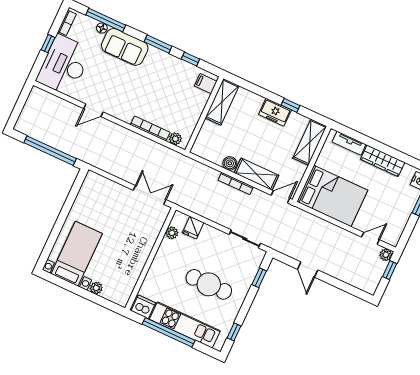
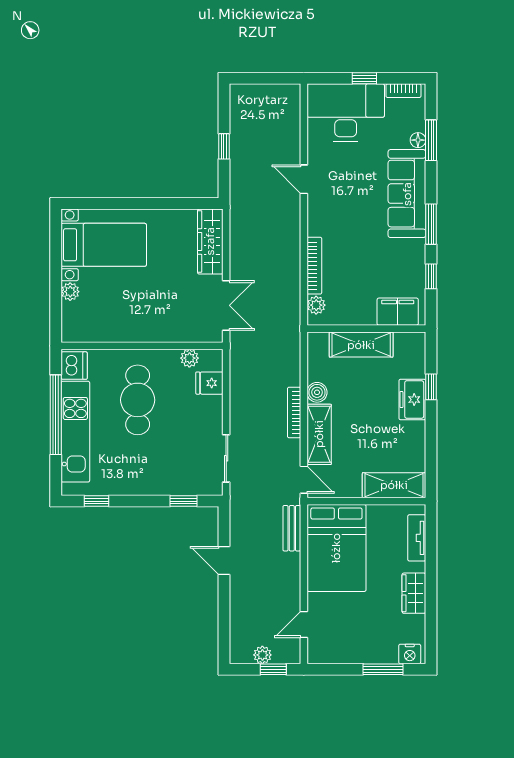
window: (106, 20) -> (431, 140), width x0.69
sofa: (125, 47) -> (407, 194), width x1.36
filing cabinet: (206, 84) -> (398, 312), width x2.00
shelving: (222, 102) -> (361, 345), moved
window: (290, 105) -> (431, 387), moved
freezer: (275, 112) -> (412, 400), moved
window: (50, 151) -> (224, 146), width x0.32
wardrobe: (383, 161) -> (414, 593), width x0.67
wardrobe: (105, 186) -> (210, 241), added
bench: (307, 218) -> (292, 528), added
door: (370, 238) -> (304, 624), swing flipped
plant: (386, 255) -> (262, 655), moved
door: (308, 270) -> (224, 560), hinge flipped
cafe table: (209, 284) -> (138, 400), moved

